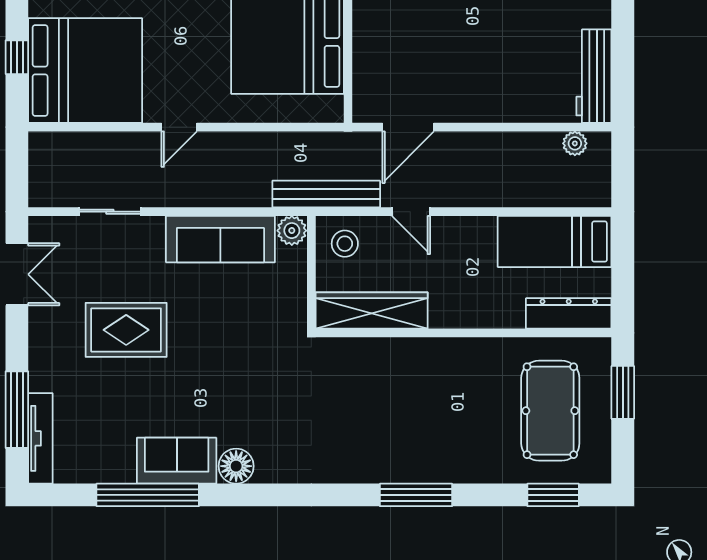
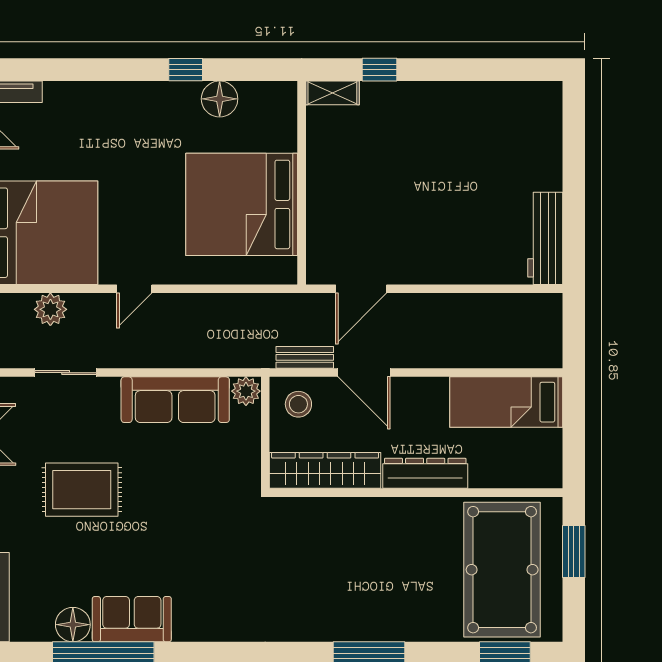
plant: (575, 143) -> (50, 309), moved, width x1.38, depth x1.38
bench: (326, 194) -> (305, 357), width x0.54, depth x0.82
door: (411, 212) -> (364, 373), width x1.38
dresser: (569, 313) -> (425, 473), moved
pool table: (550, 411) -> (502, 570), width x1.36, depth x1.32
floor lamp: (236, 466) -> (73, 625), moved

